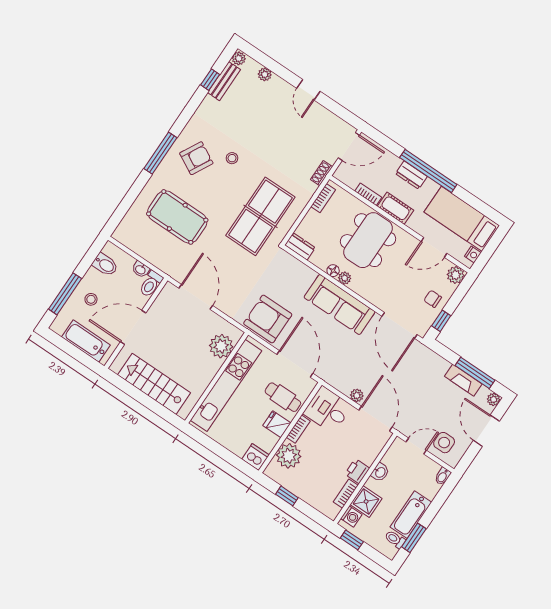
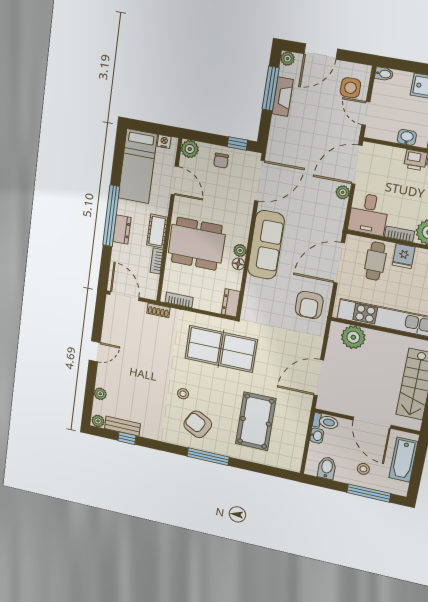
armchair: (268, 319) -> (309, 305), width x0.73, depth x0.73

